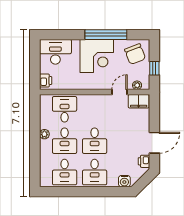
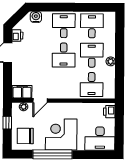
chair: (135, 54) -> (25, 136), turned -69
desk: (95, 141) -> (64, 55), turned 180

